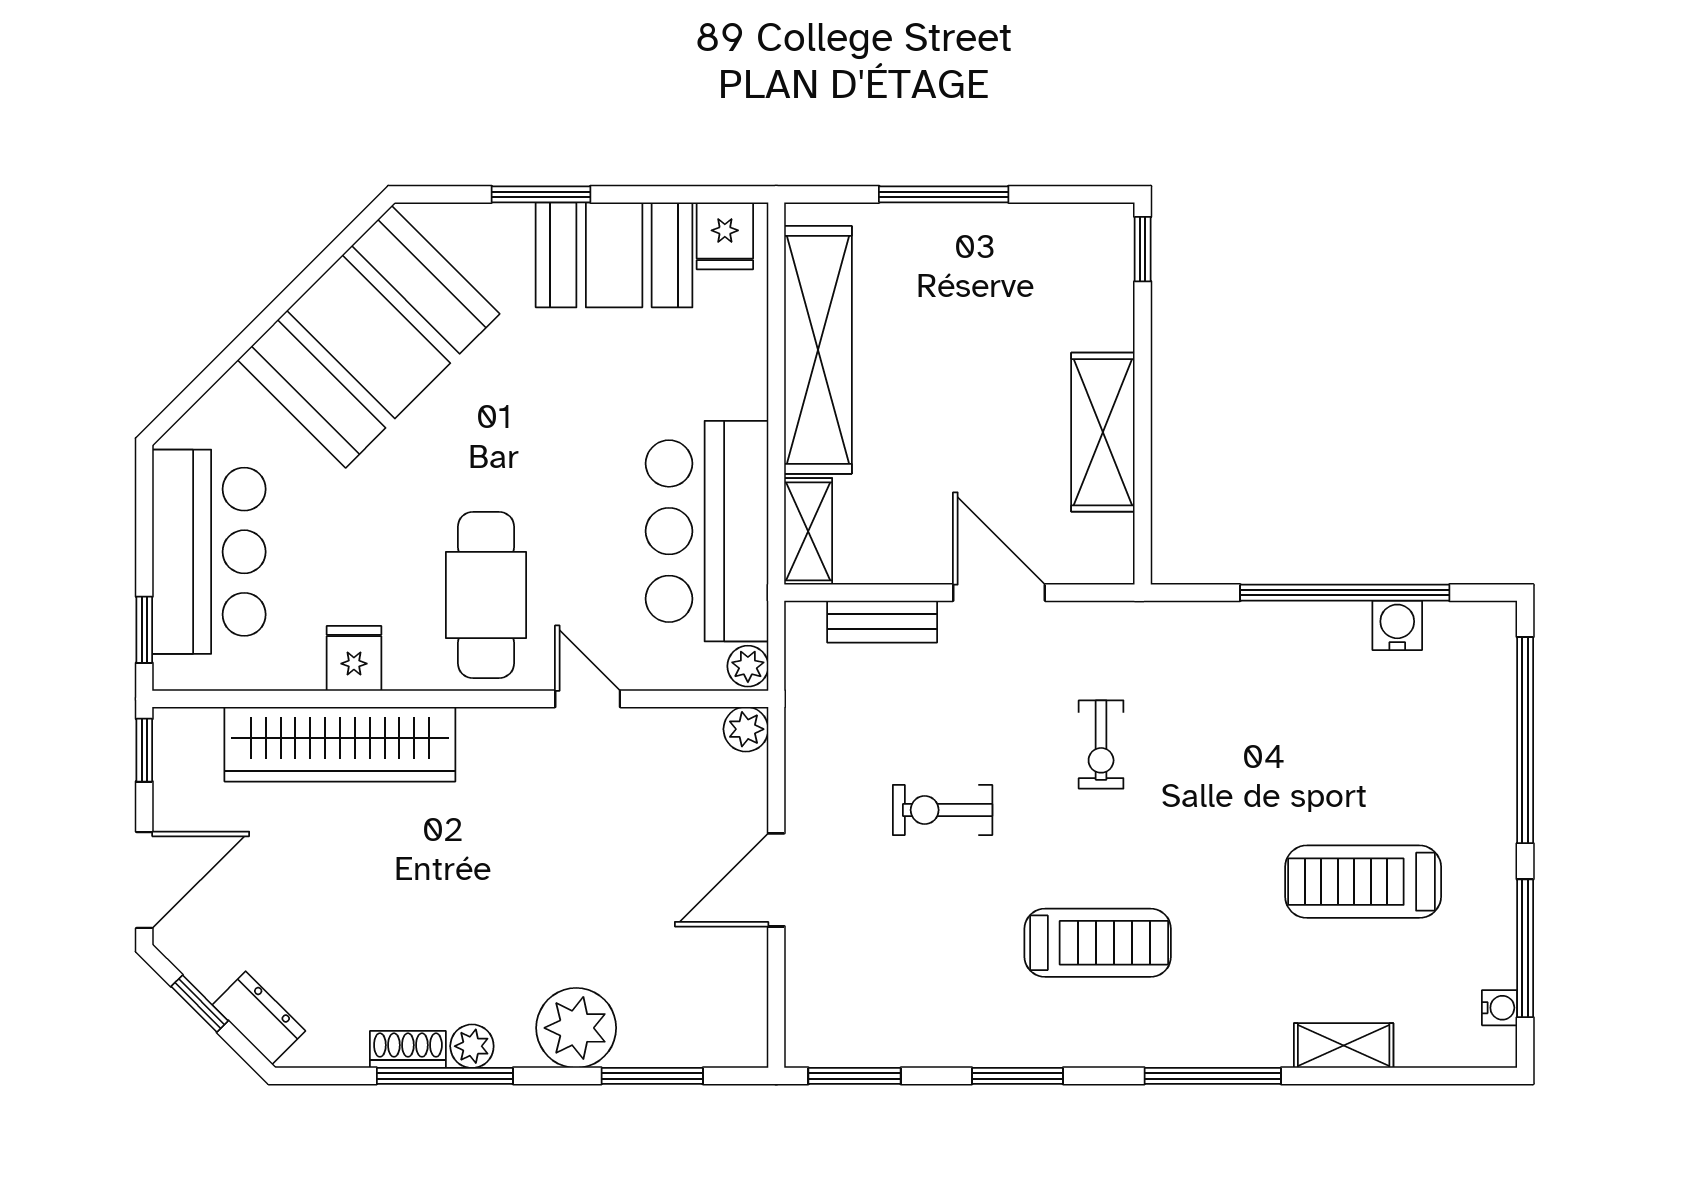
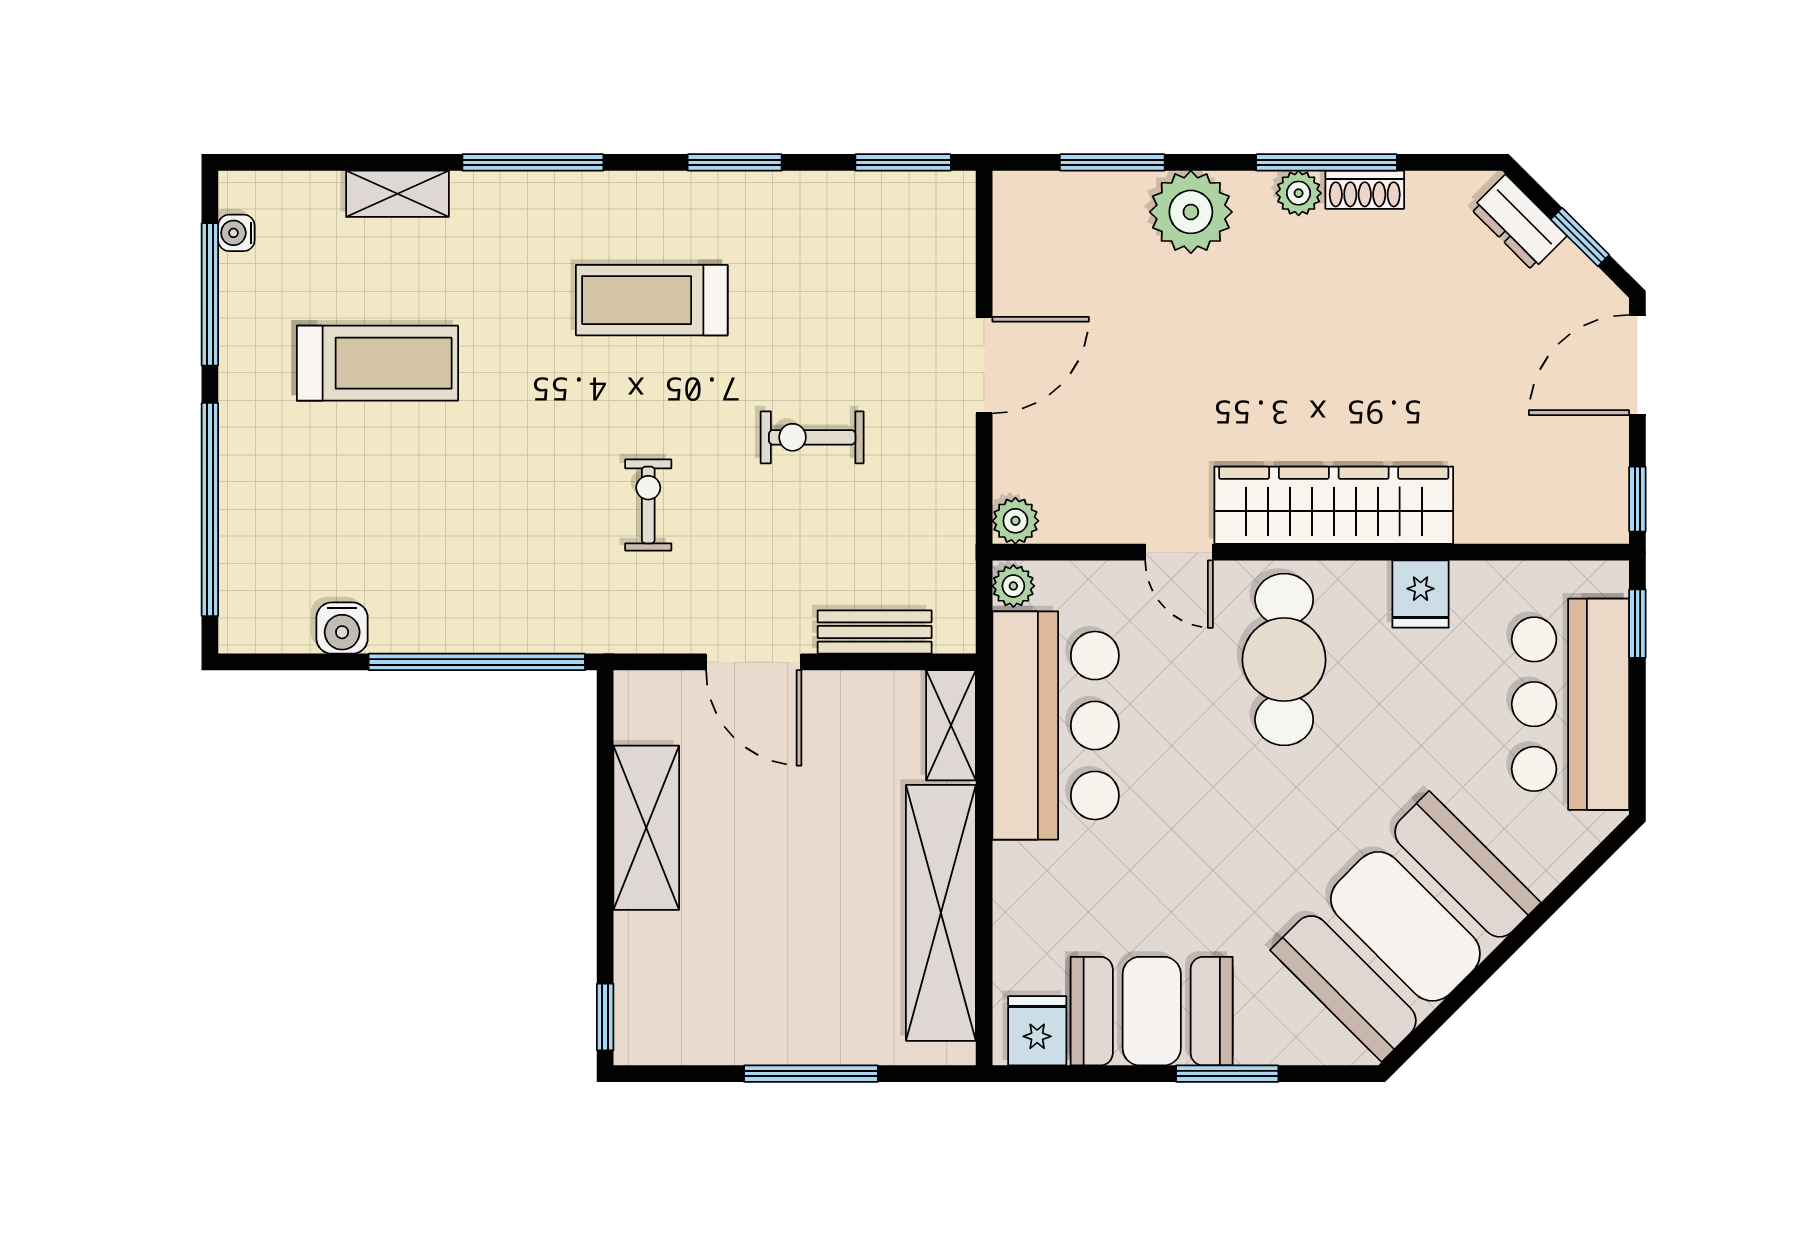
window: (1345, 593) -> (477, 662), moved
wardrobe: (340, 744) -> (1334, 505), moved
exercise bike: (943, 810) -> (812, 437), turned 180

